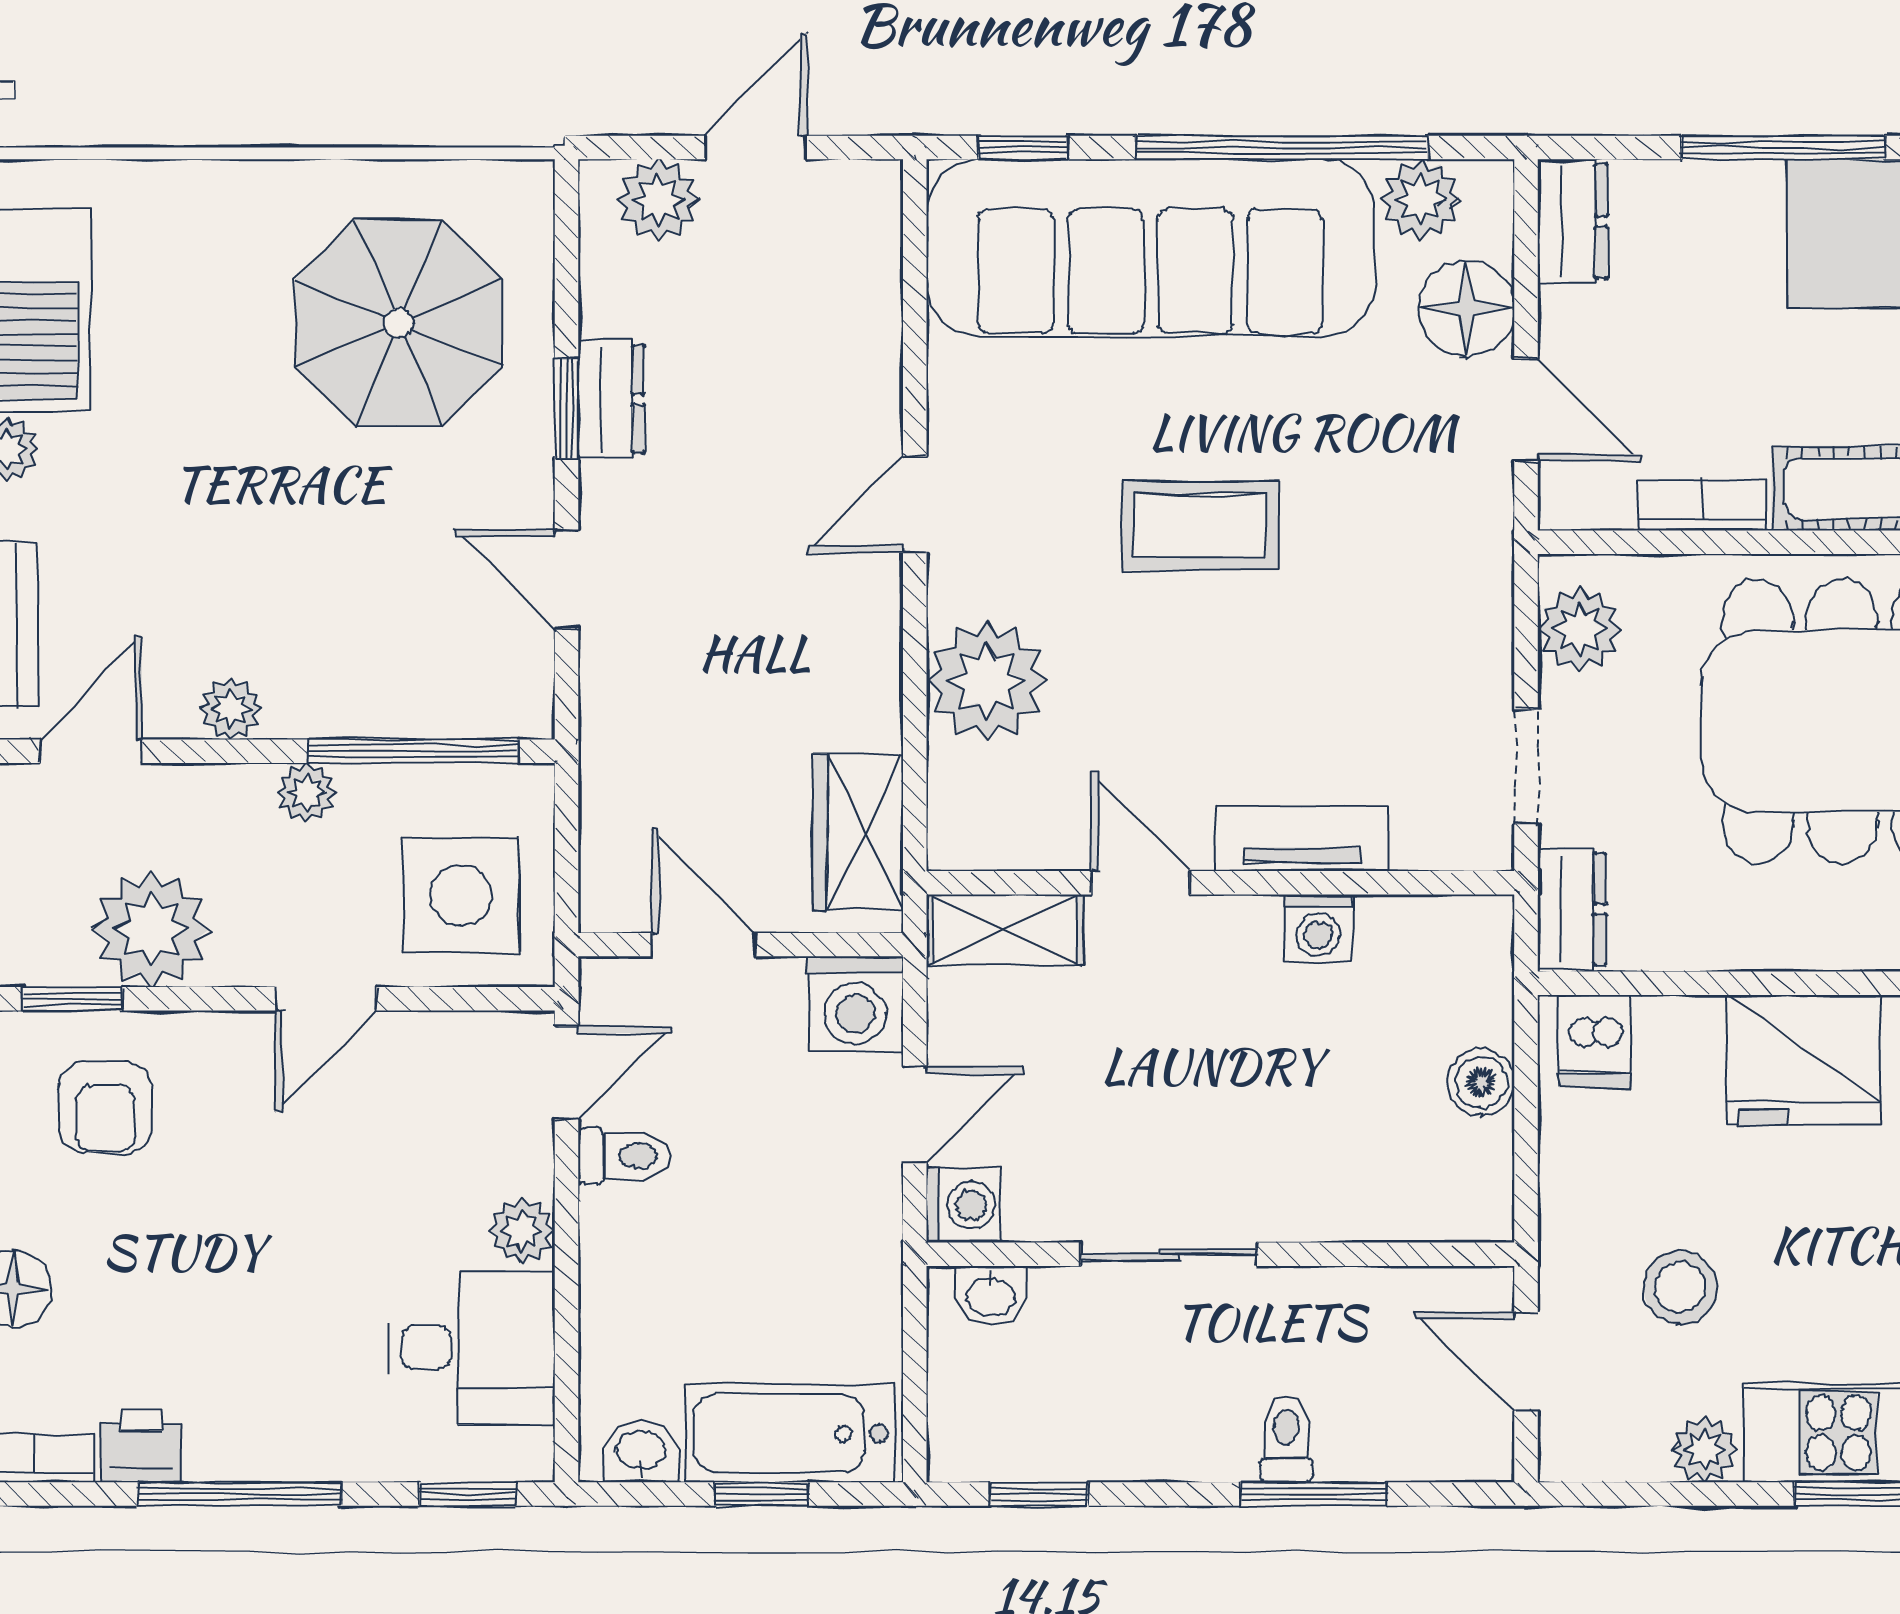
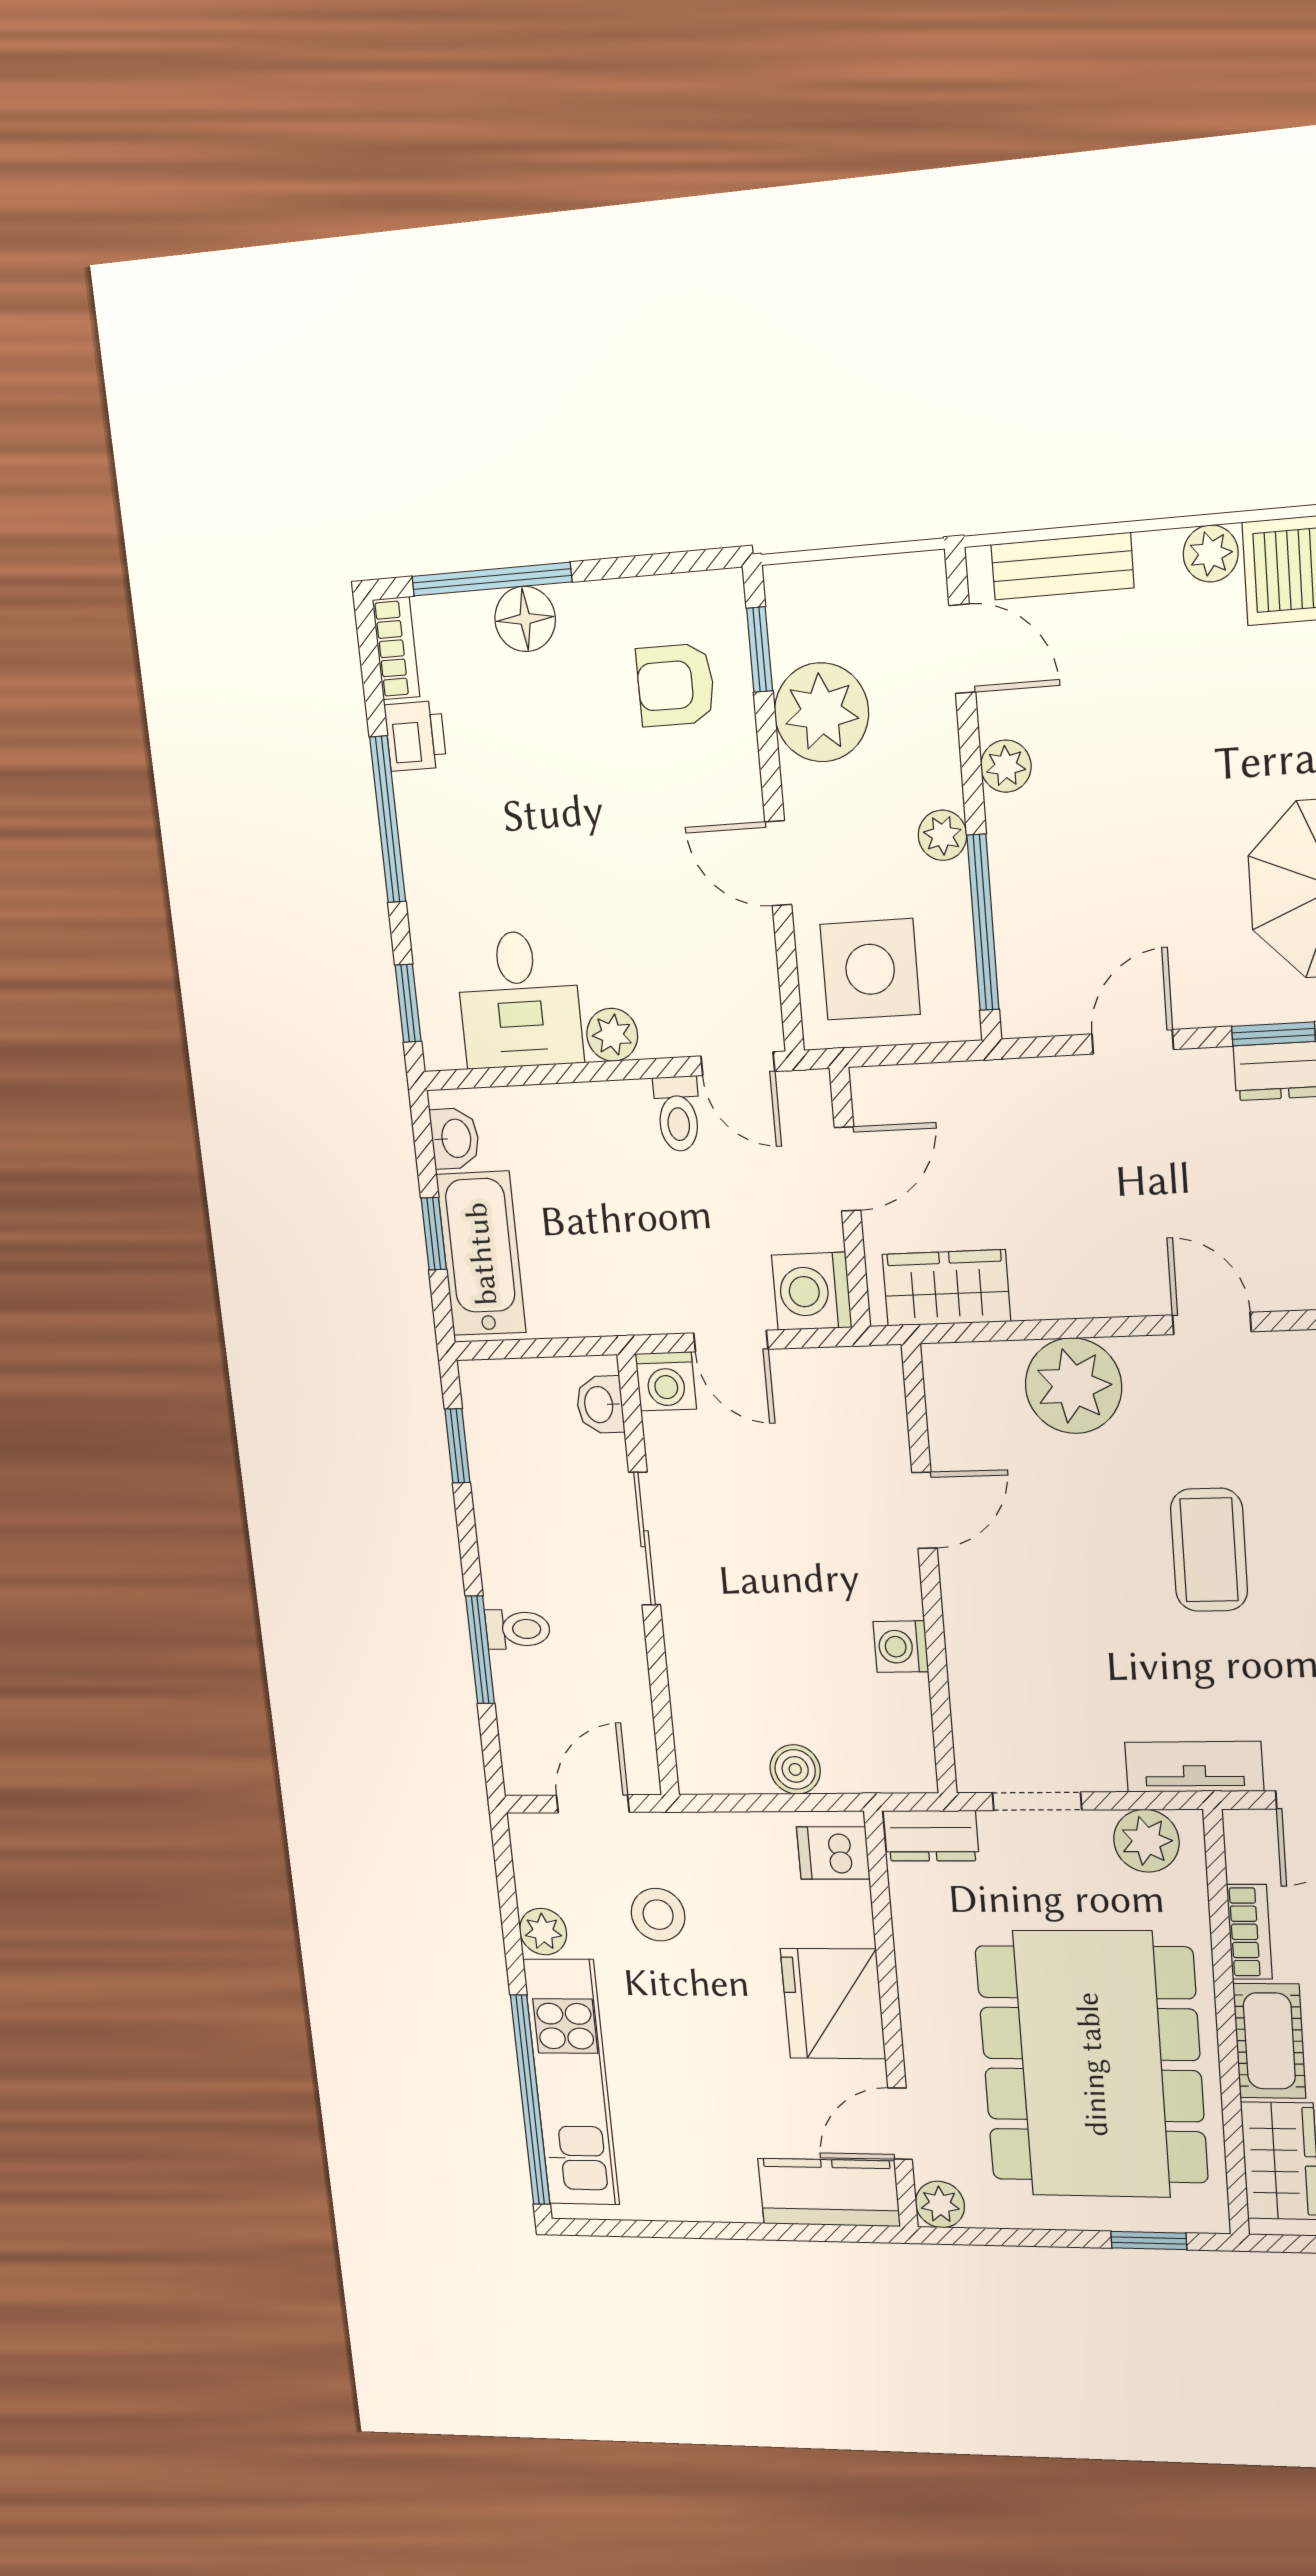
tv unit: (1302, 838) -> (1194, 1767), moved, turned -90
shelving: (1004, 929) -> (879, 1406), removed

